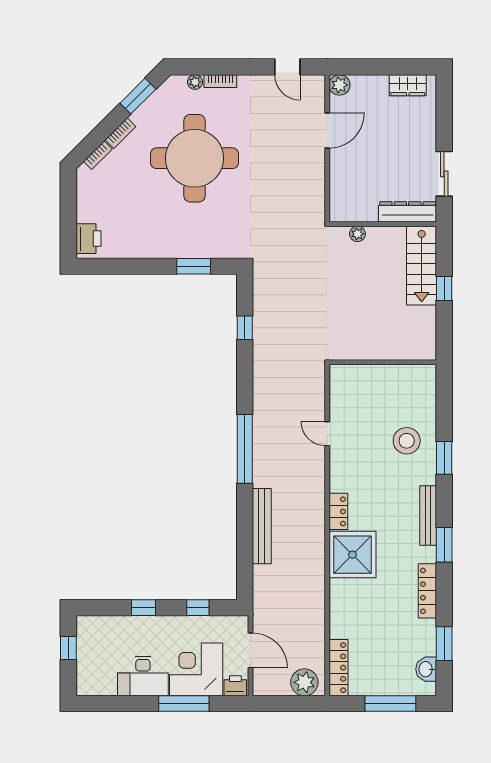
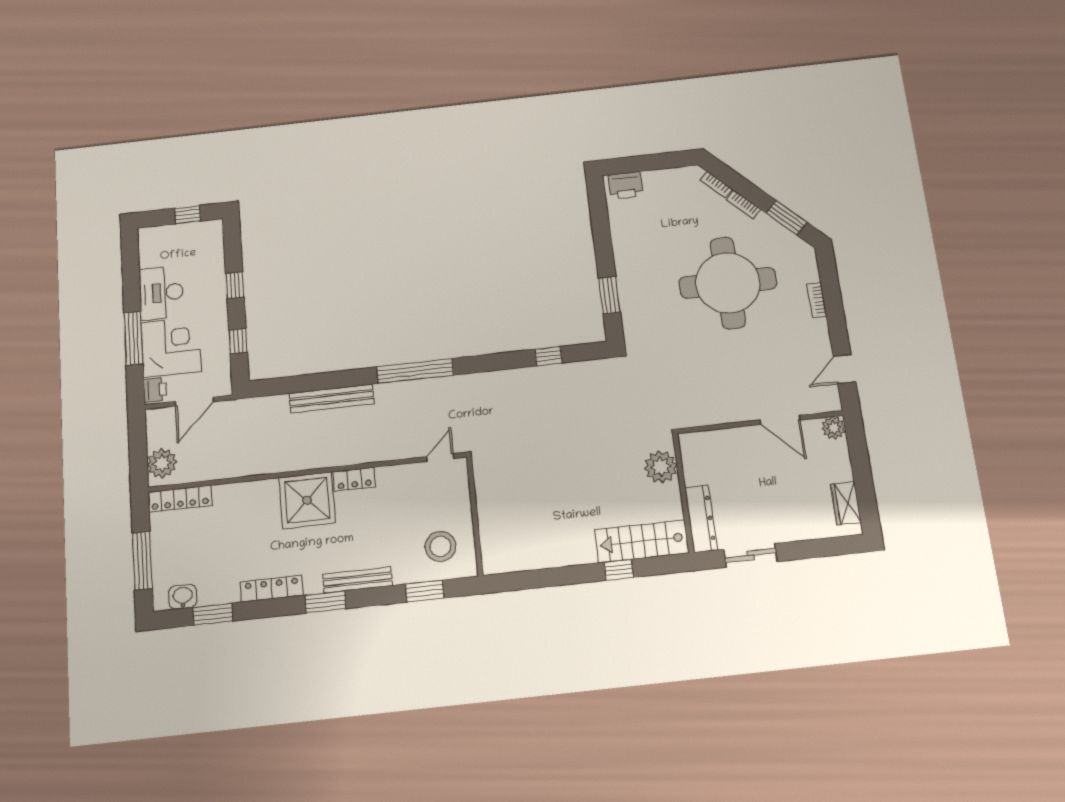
plant: (195, 82) -> (811, 274), removed
plant: (357, 234) -> (661, 467), width x1.88, depth x1.88
wall: (383, 362) -> (475, 516), moved

